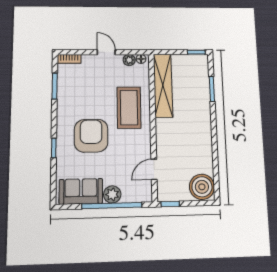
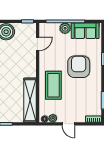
armchair: (91, 136) -> (79, 67), turned 180

